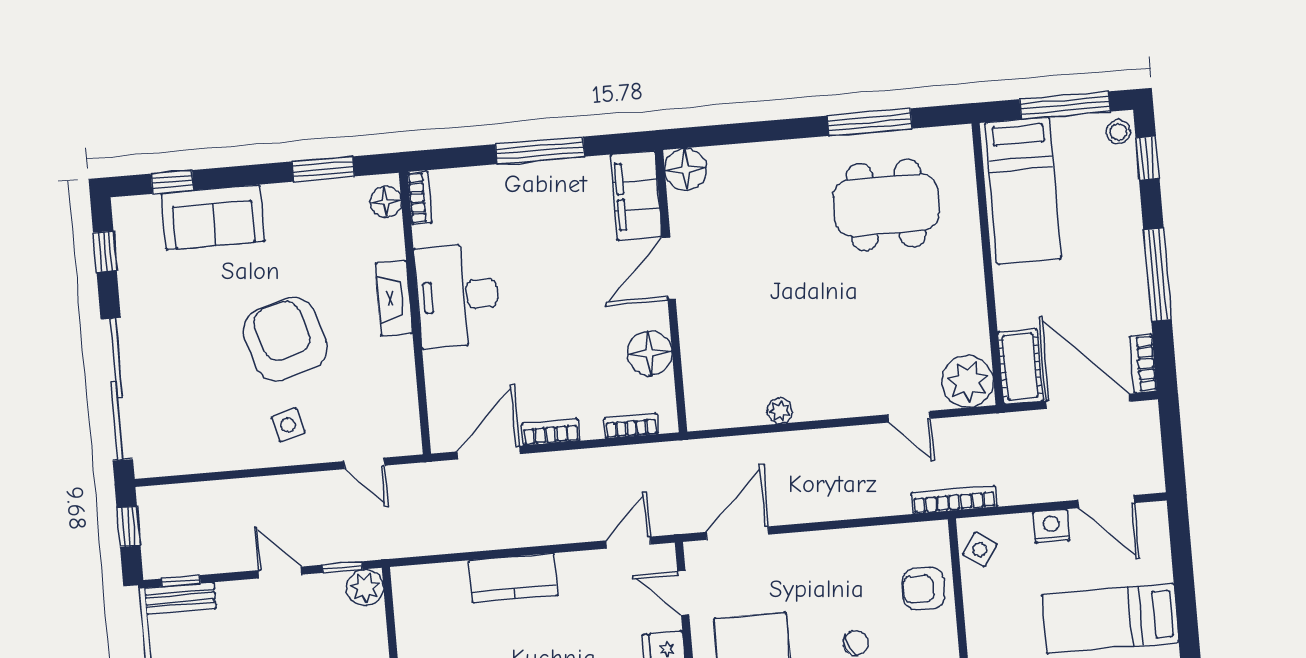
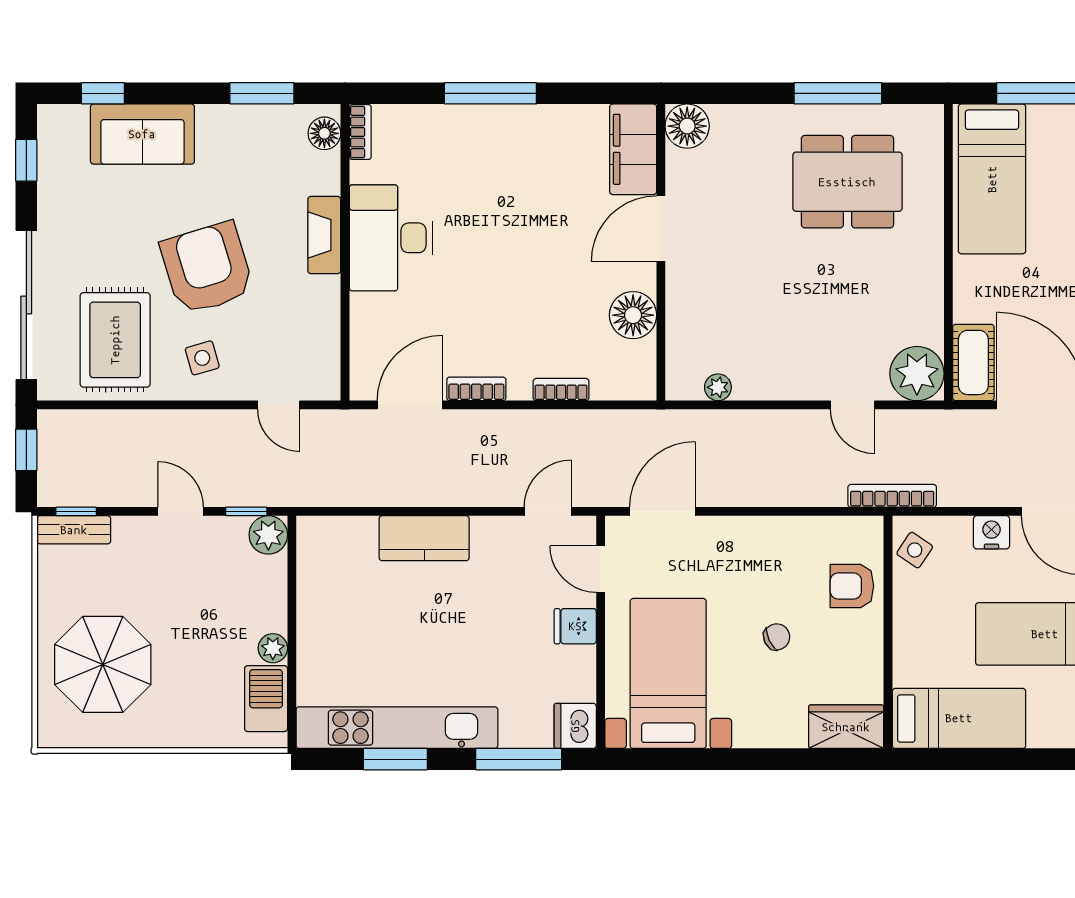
floor lamp: (686, 169) -> (687, 126), moved
filing cabinet: (636, 196) -> (633, 149), moved
door: (669, 269) -> (661, 228), moved
wall: (671, 291) -> (661, 252), moved
floor lamp: (650, 353) -> (633, 315), moved
rug: (204, 415) -> (115, 340), added

